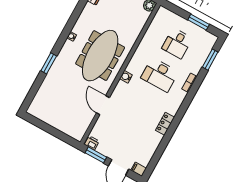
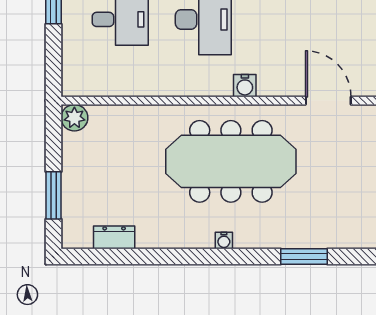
door: (103, 105) -> (328, 101), swing flipped

